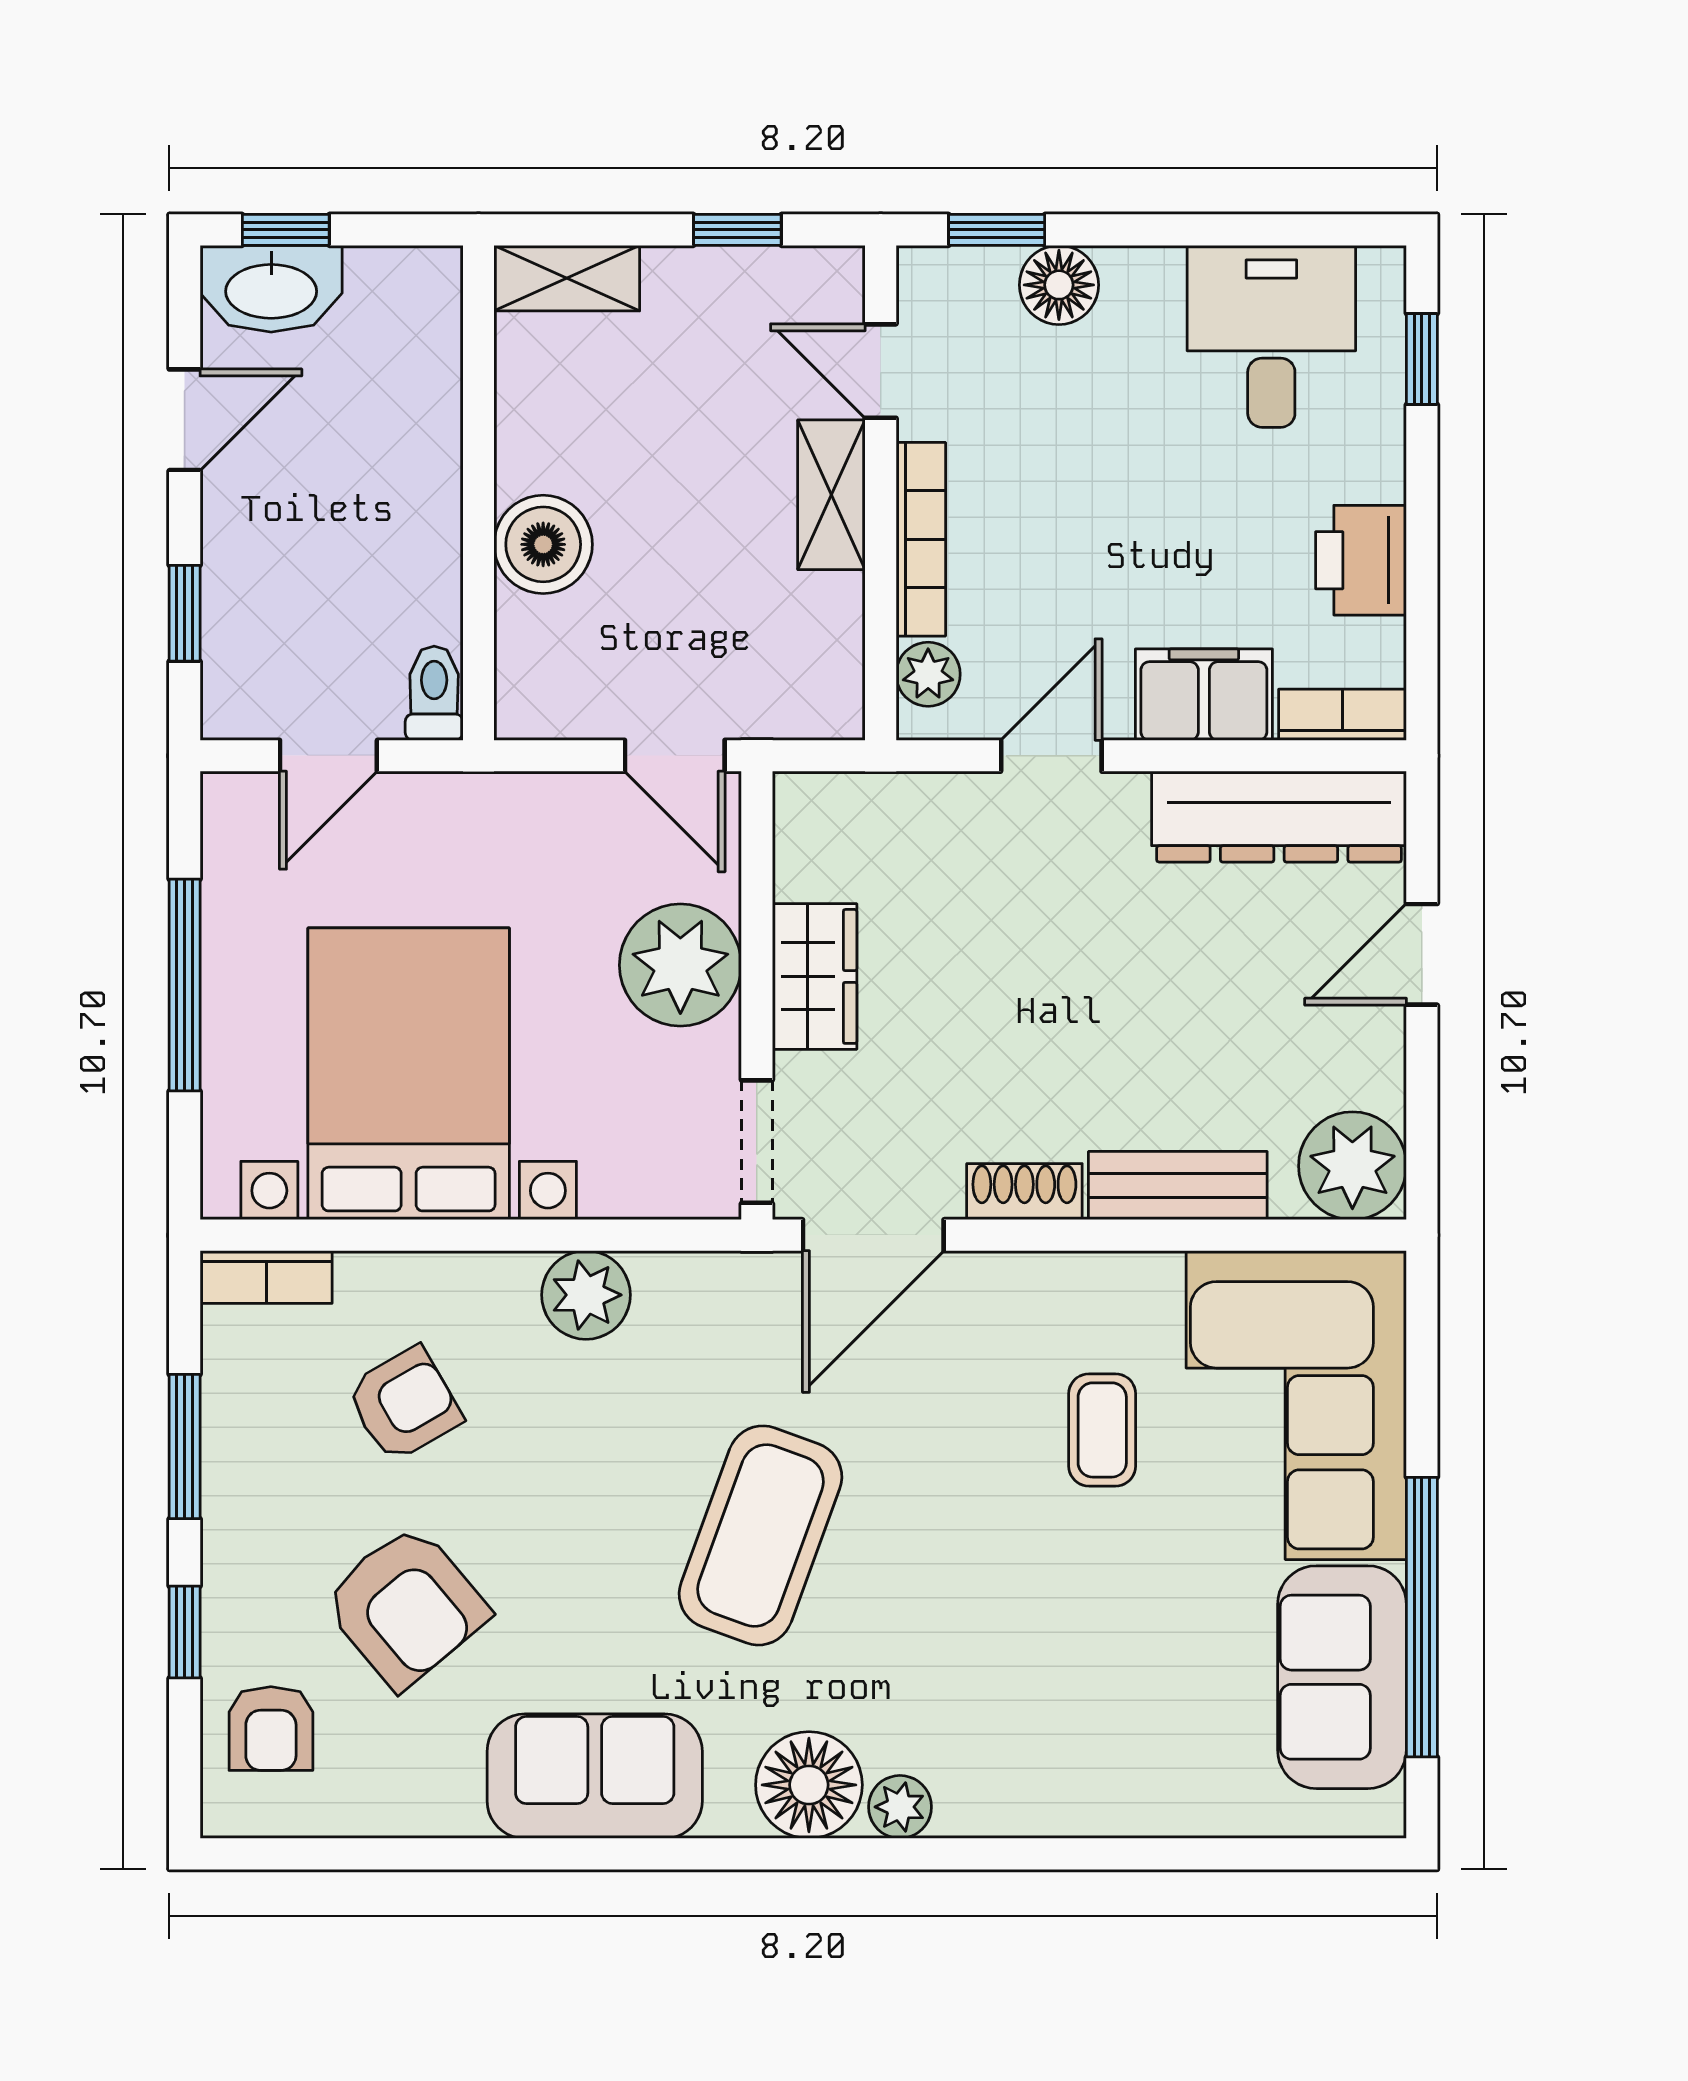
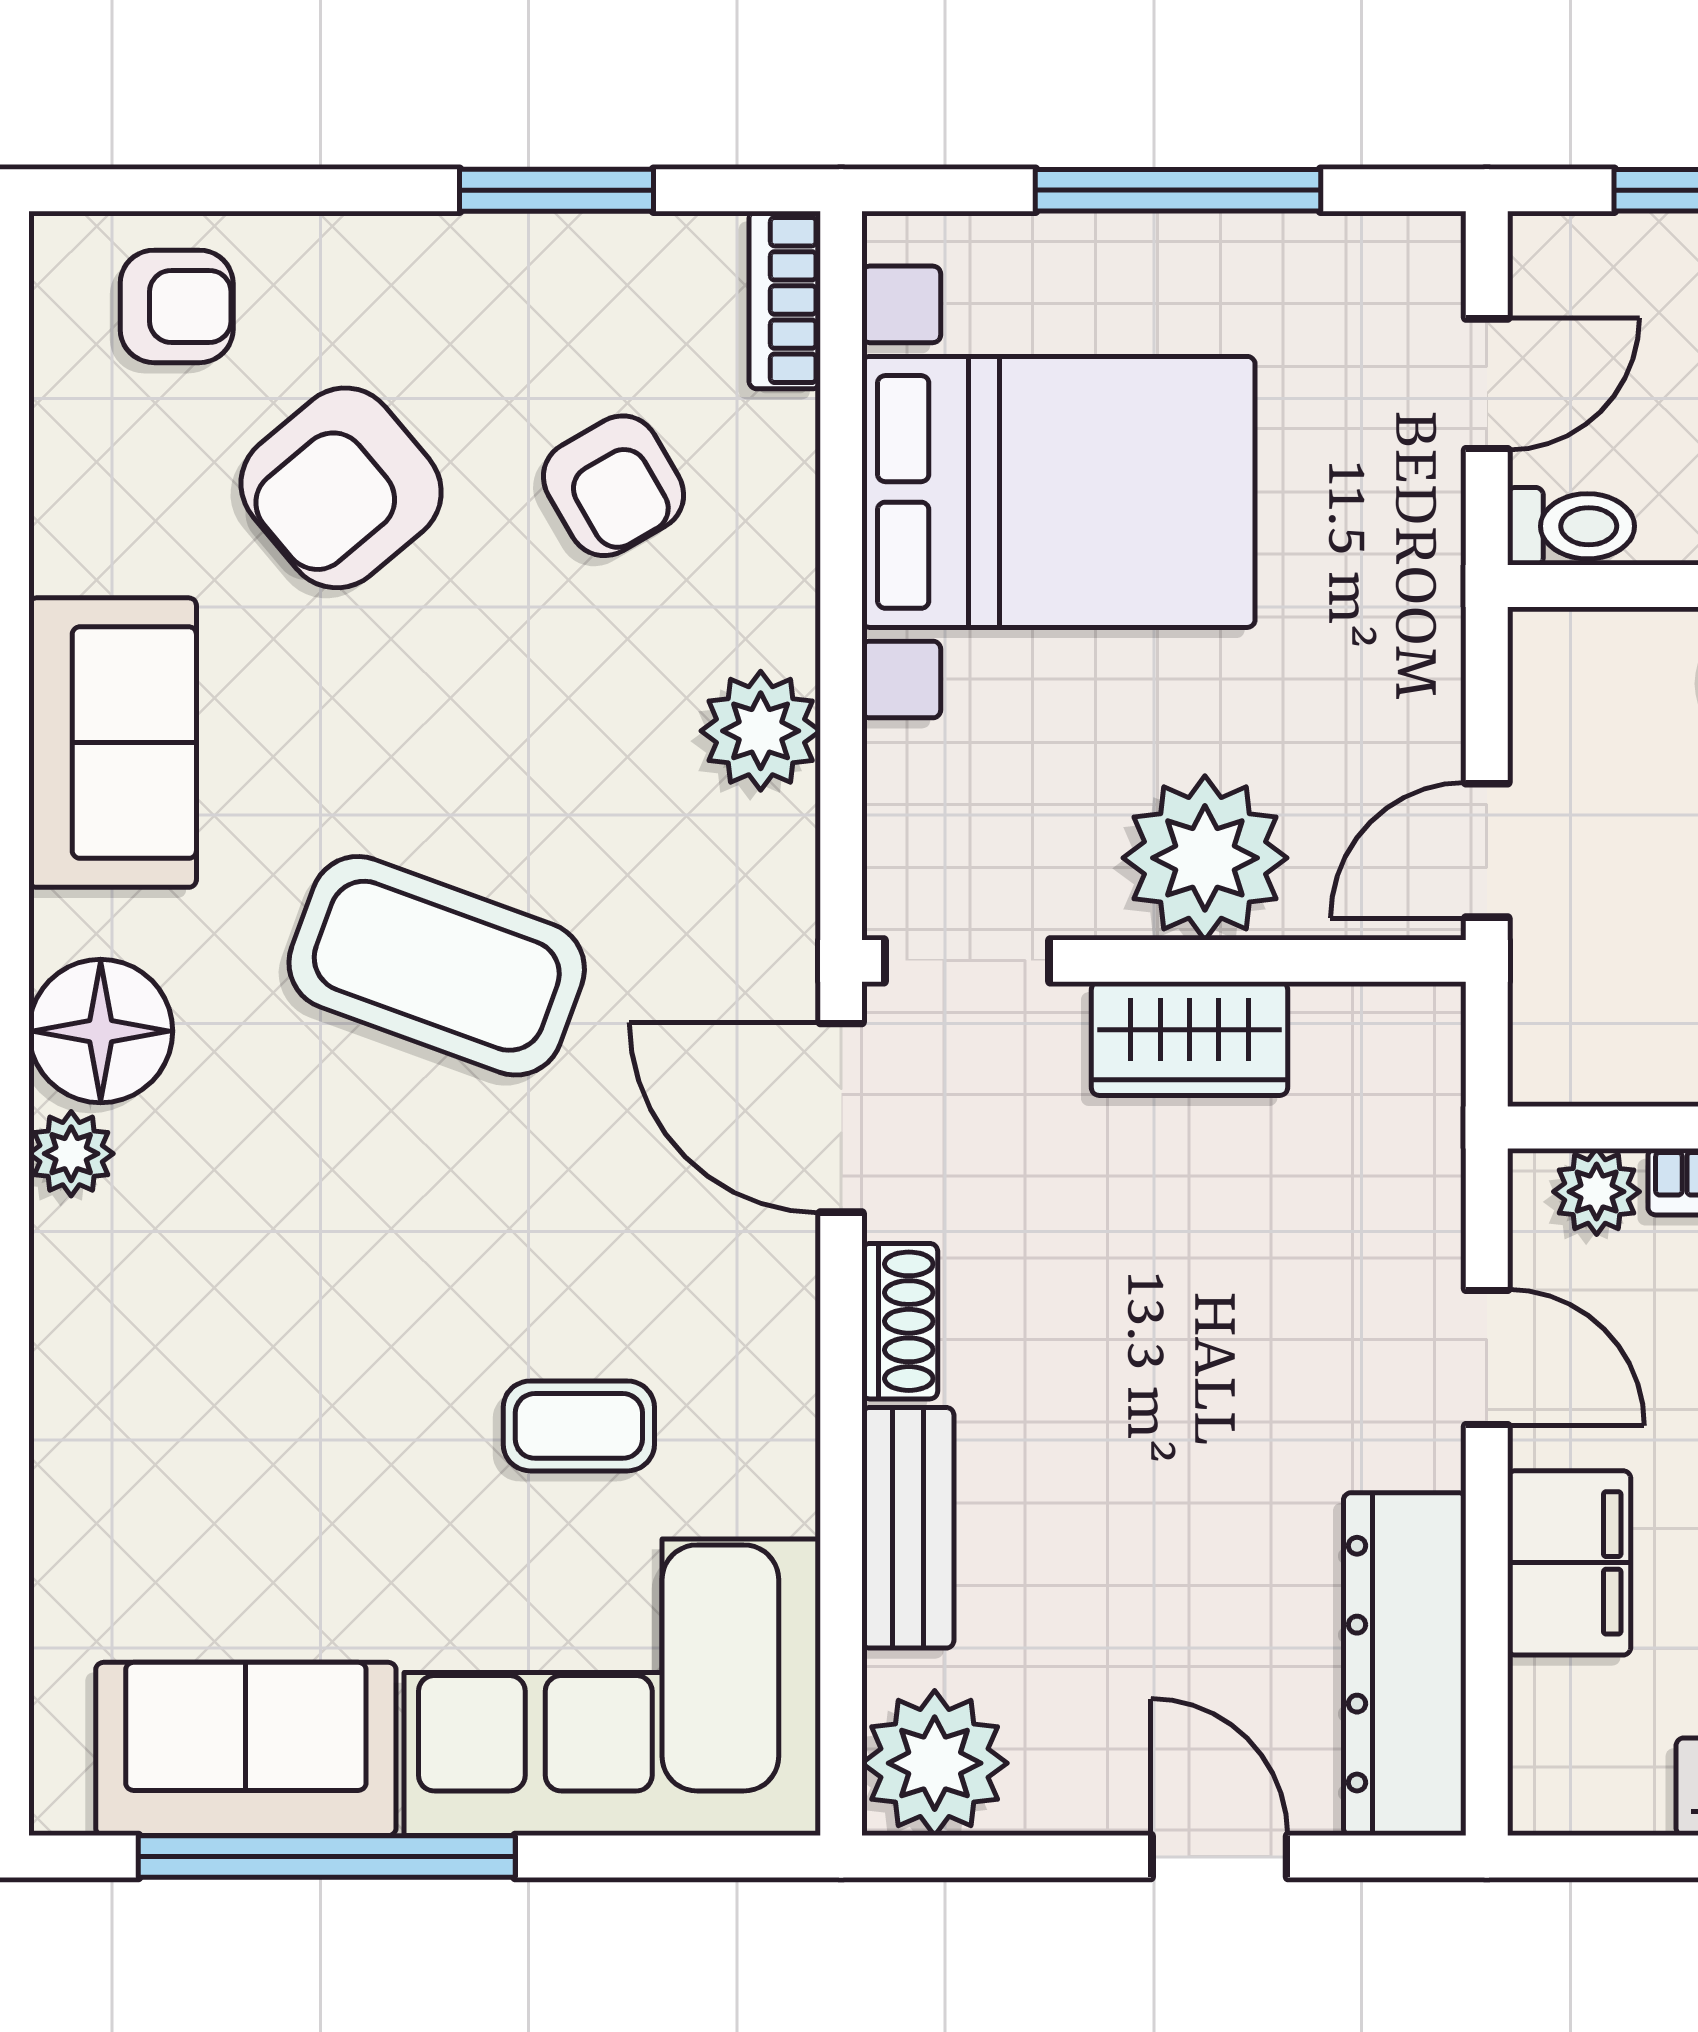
bookcase: (1343, 715) -> (1542, 1750), removed
door: (328, 756) -> (1487, 384), swing flipped
window: (185, 1632) -> (307, 190), removed
armchair: (271, 1729) -> (177, 306), turned 180

